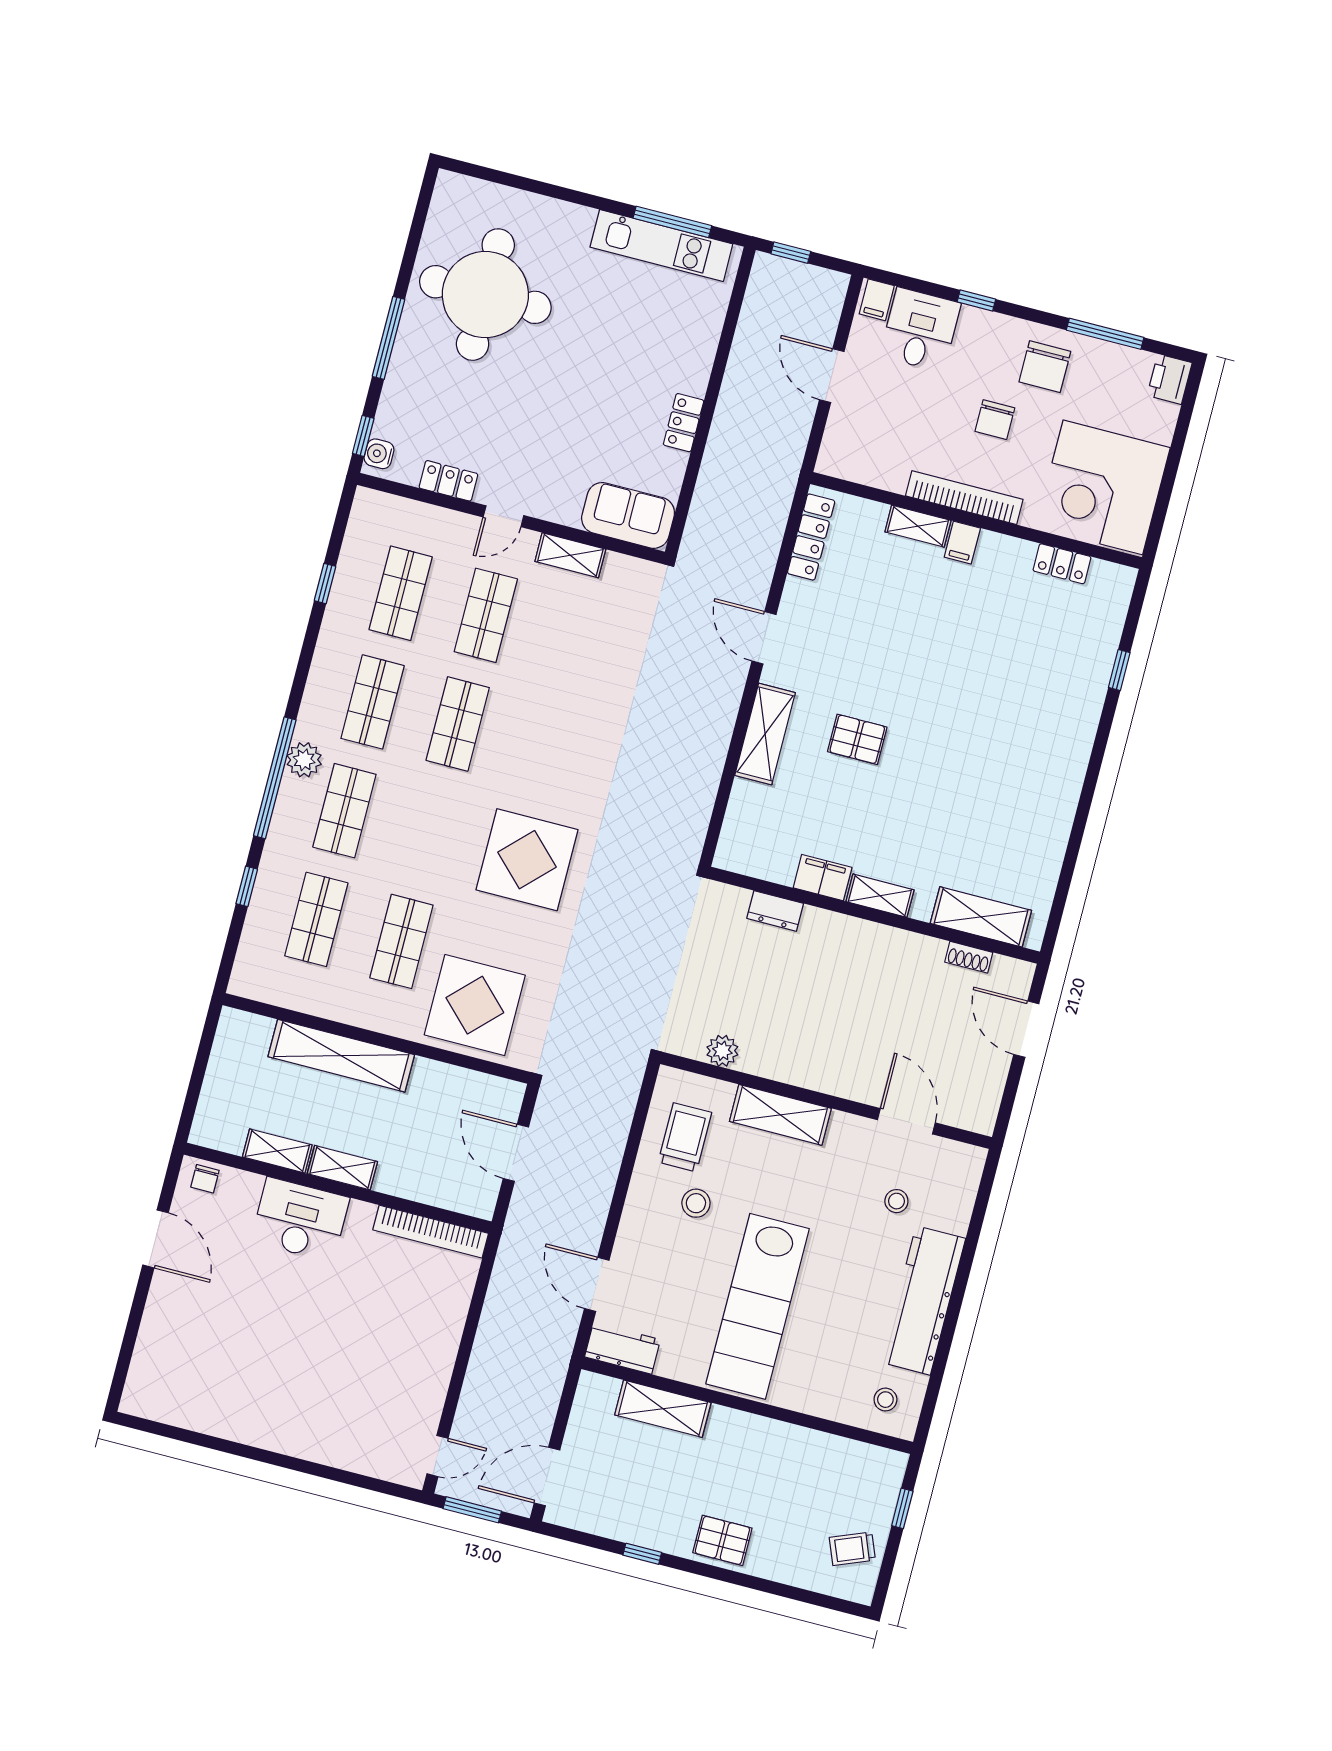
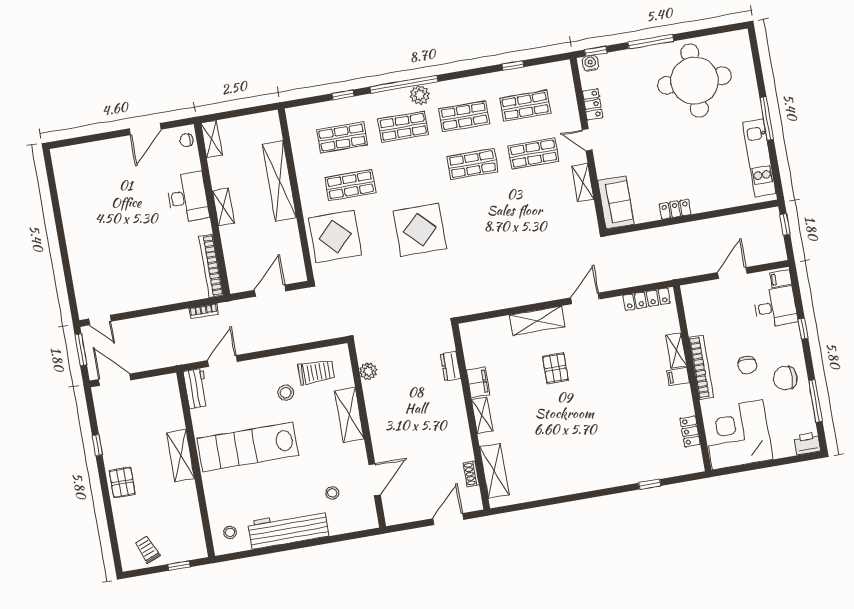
window: (672, 222) -> (767, 118), moved
chair: (995, 420) -> (747, 365), turned -90
shelving: (277, 1151) -> (212, 139), moved
bookcase: (500, 1278) -> (204, 311), added
shelving: (663, 1409) -> (181, 456), moved

